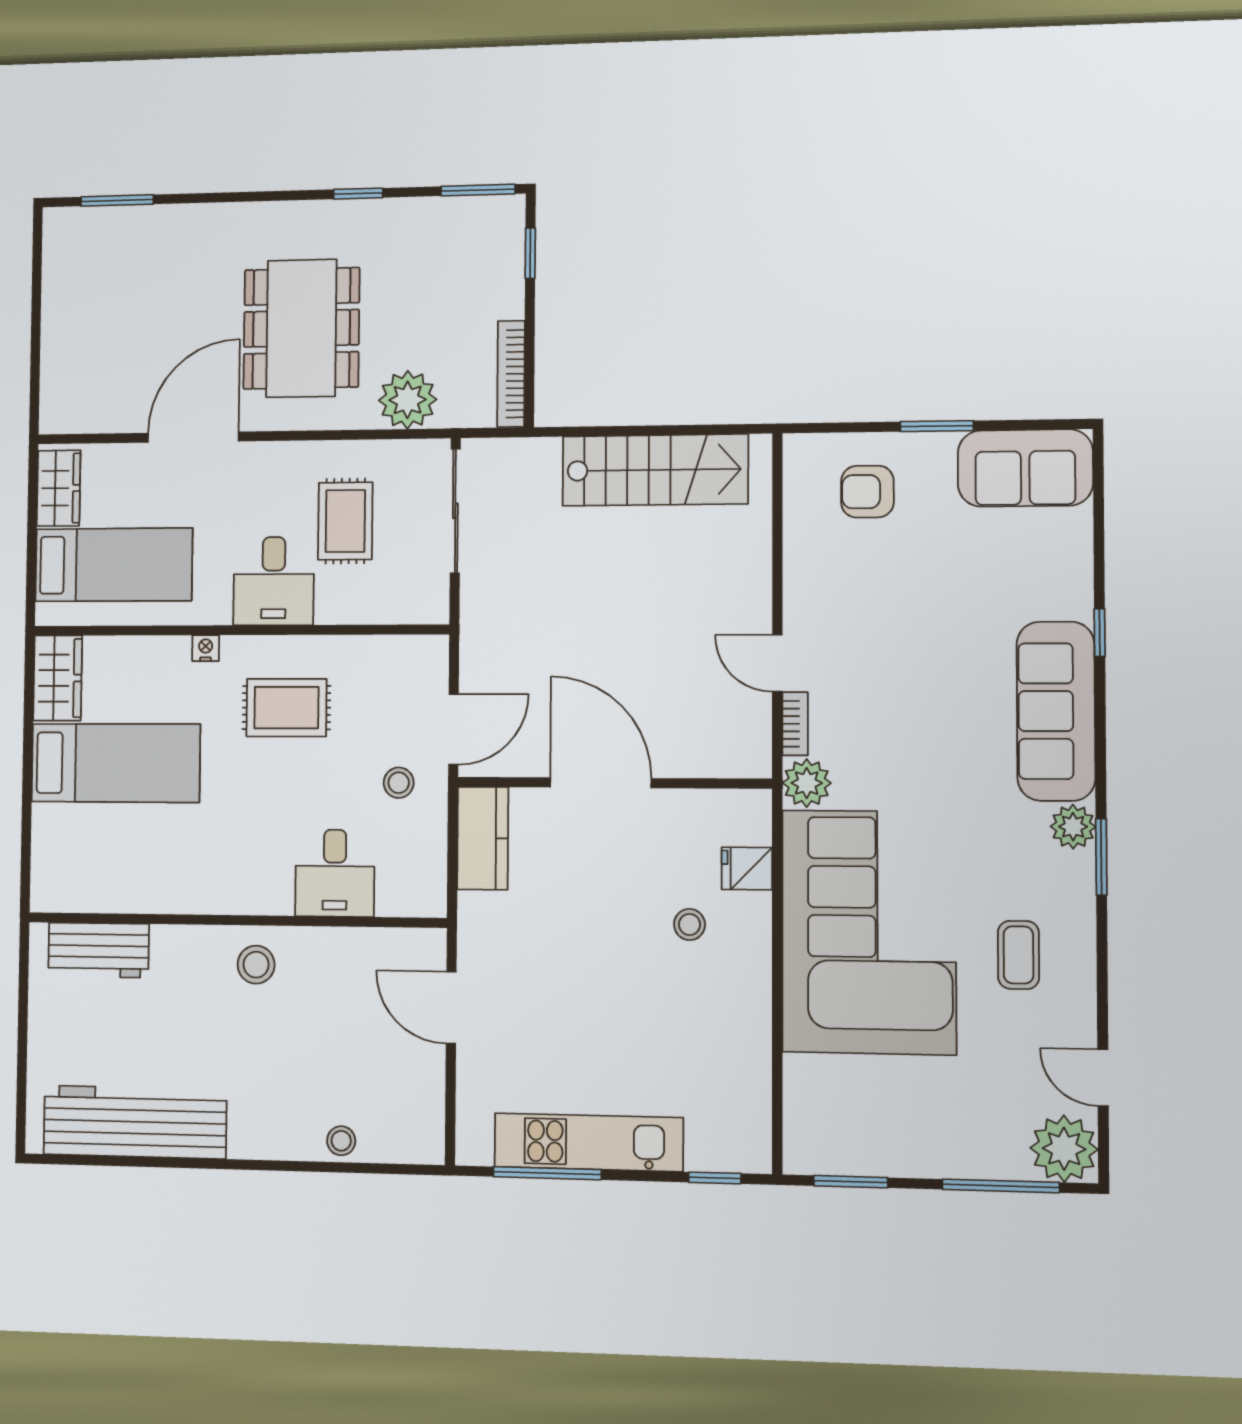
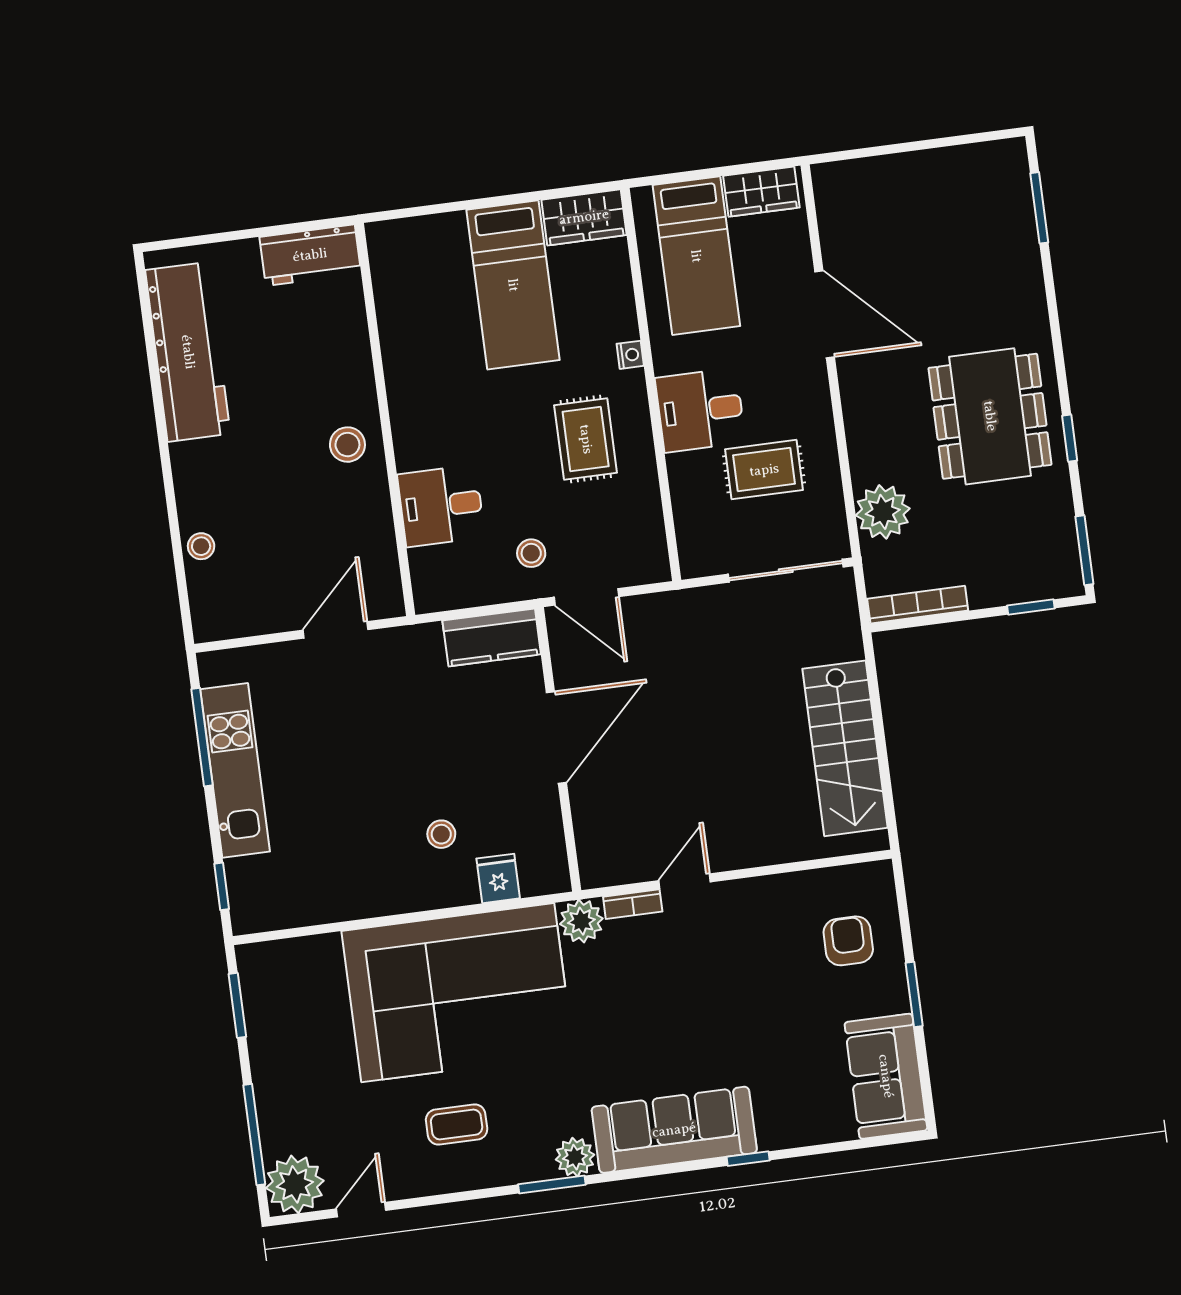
dining table: (301, 328) -> (990, 416), moved, turned 90
workbench: (99, 950) -> (310, 255), moved, turned -90

